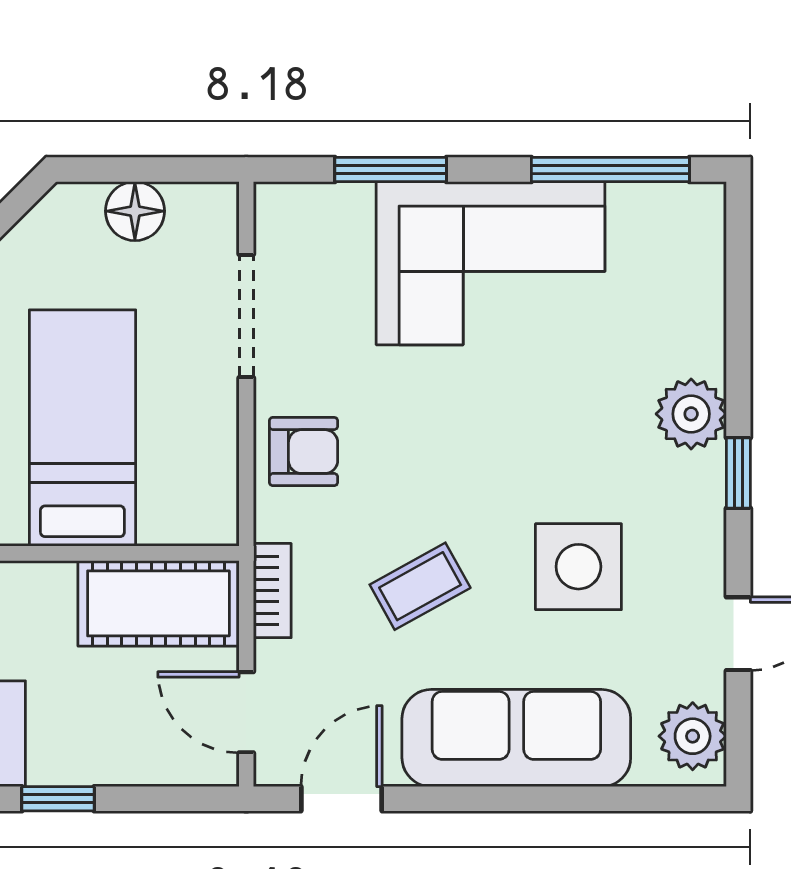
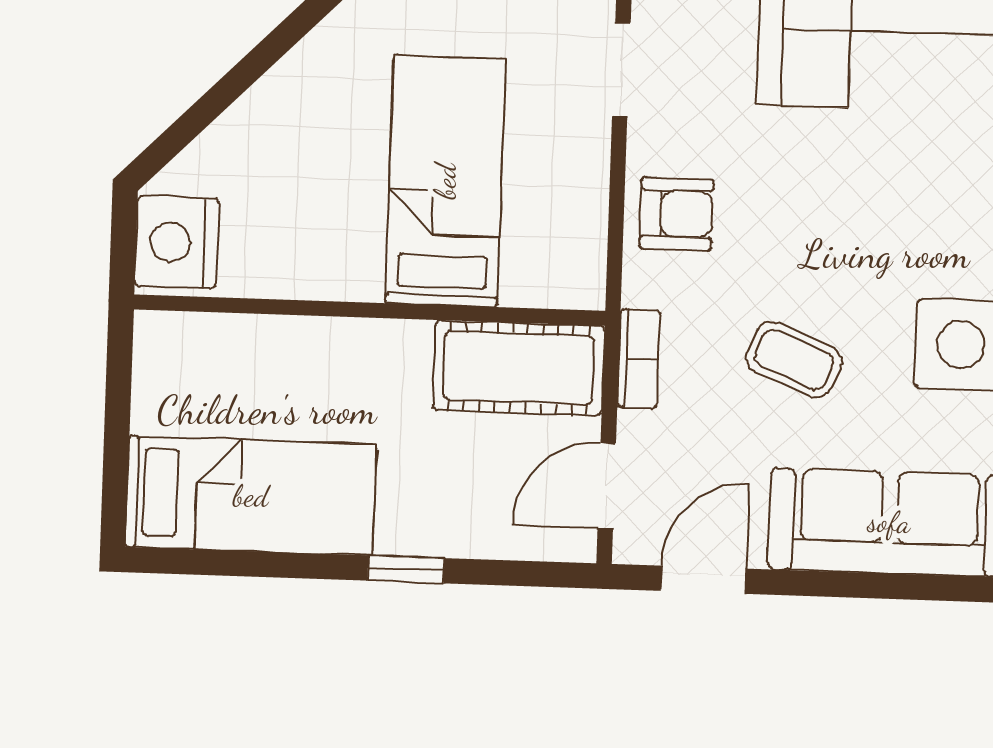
doorway: (246, 316) -> (621, 69), width x0.73
coffee table: (420, 586) -> (794, 360), turned 51
door: (246, 712) -> (607, 486), hinge flipped

